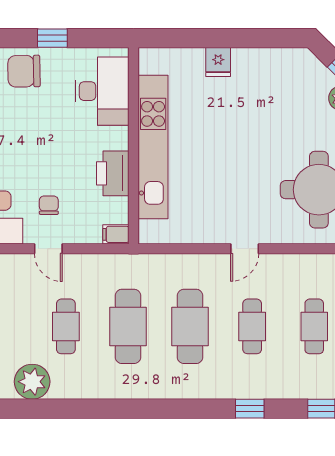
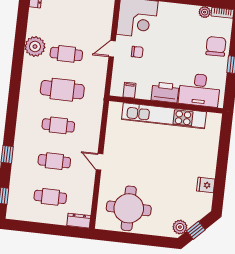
fridge: (218, 62) -> (206, 185), moved
printer: (113, 173) -> (165, 92), moved
filing cabinet: (116, 234) -> (129, 90), moved
cafe table: (190, 326) -> (58, 125), width x0.73, depth x0.74
plant: (32, 382) -> (35, 46), moved

